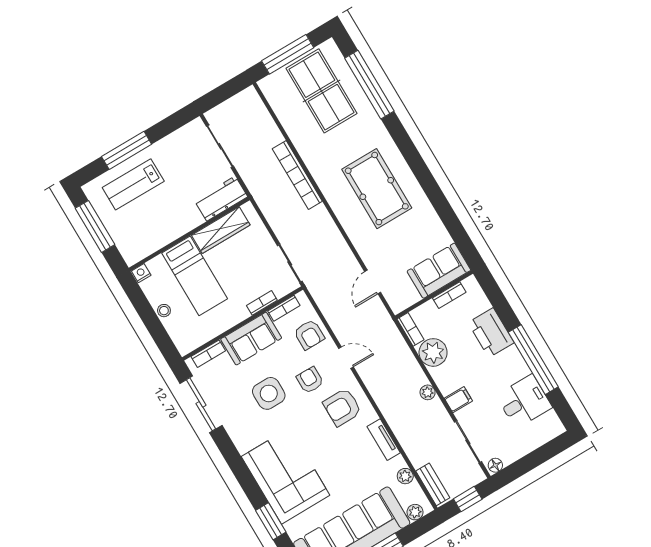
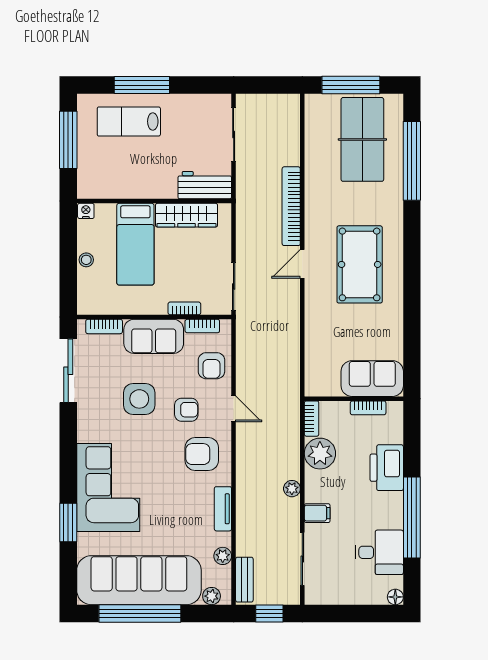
door: (373, 282) -> (302, 264), moved
armchair: (310, 380) -> (186, 410), turned 90
floor lamp: (495, 465) -> (395, 597), moved

